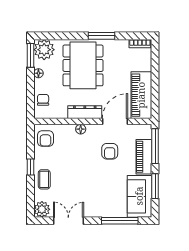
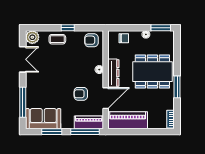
plant: (44, 50) -> (166, 39), removed
door: (115, 121) -> (106, 98), hinge flipped
piano: (144, 157) -> (89, 122), moved

